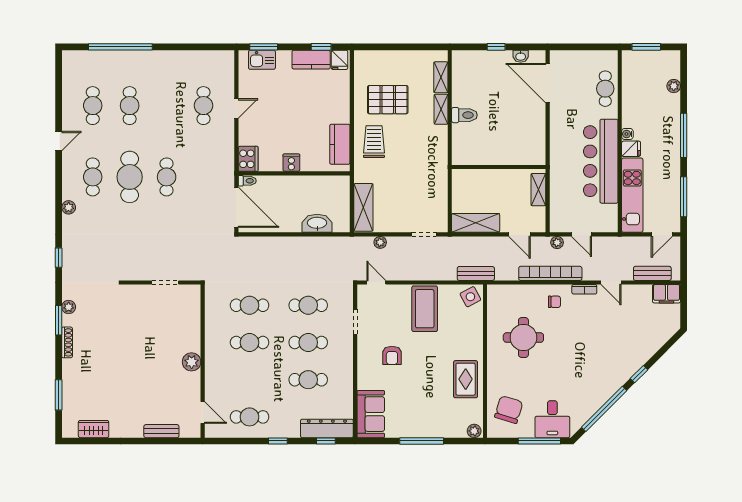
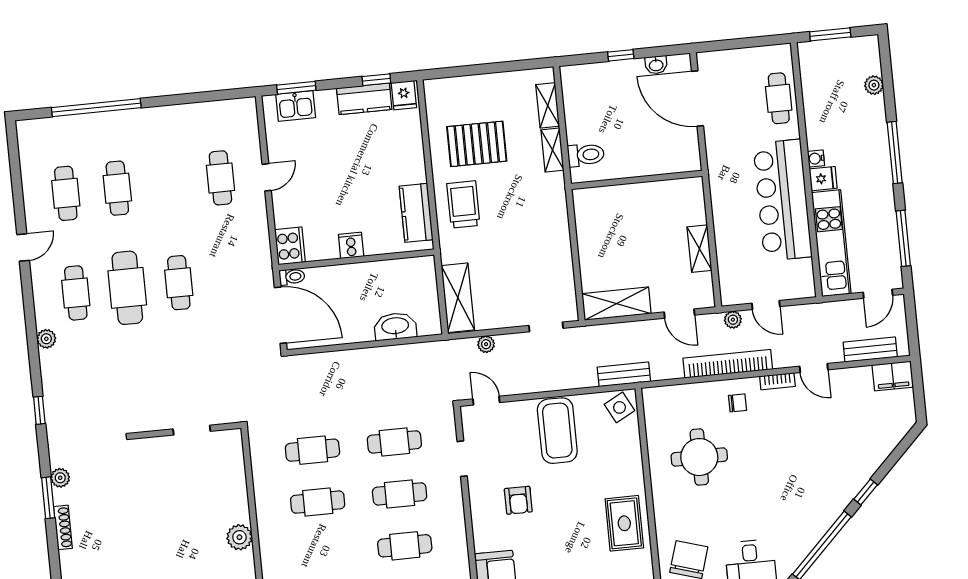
wall: (499, 167) -> (637, 180), moved

